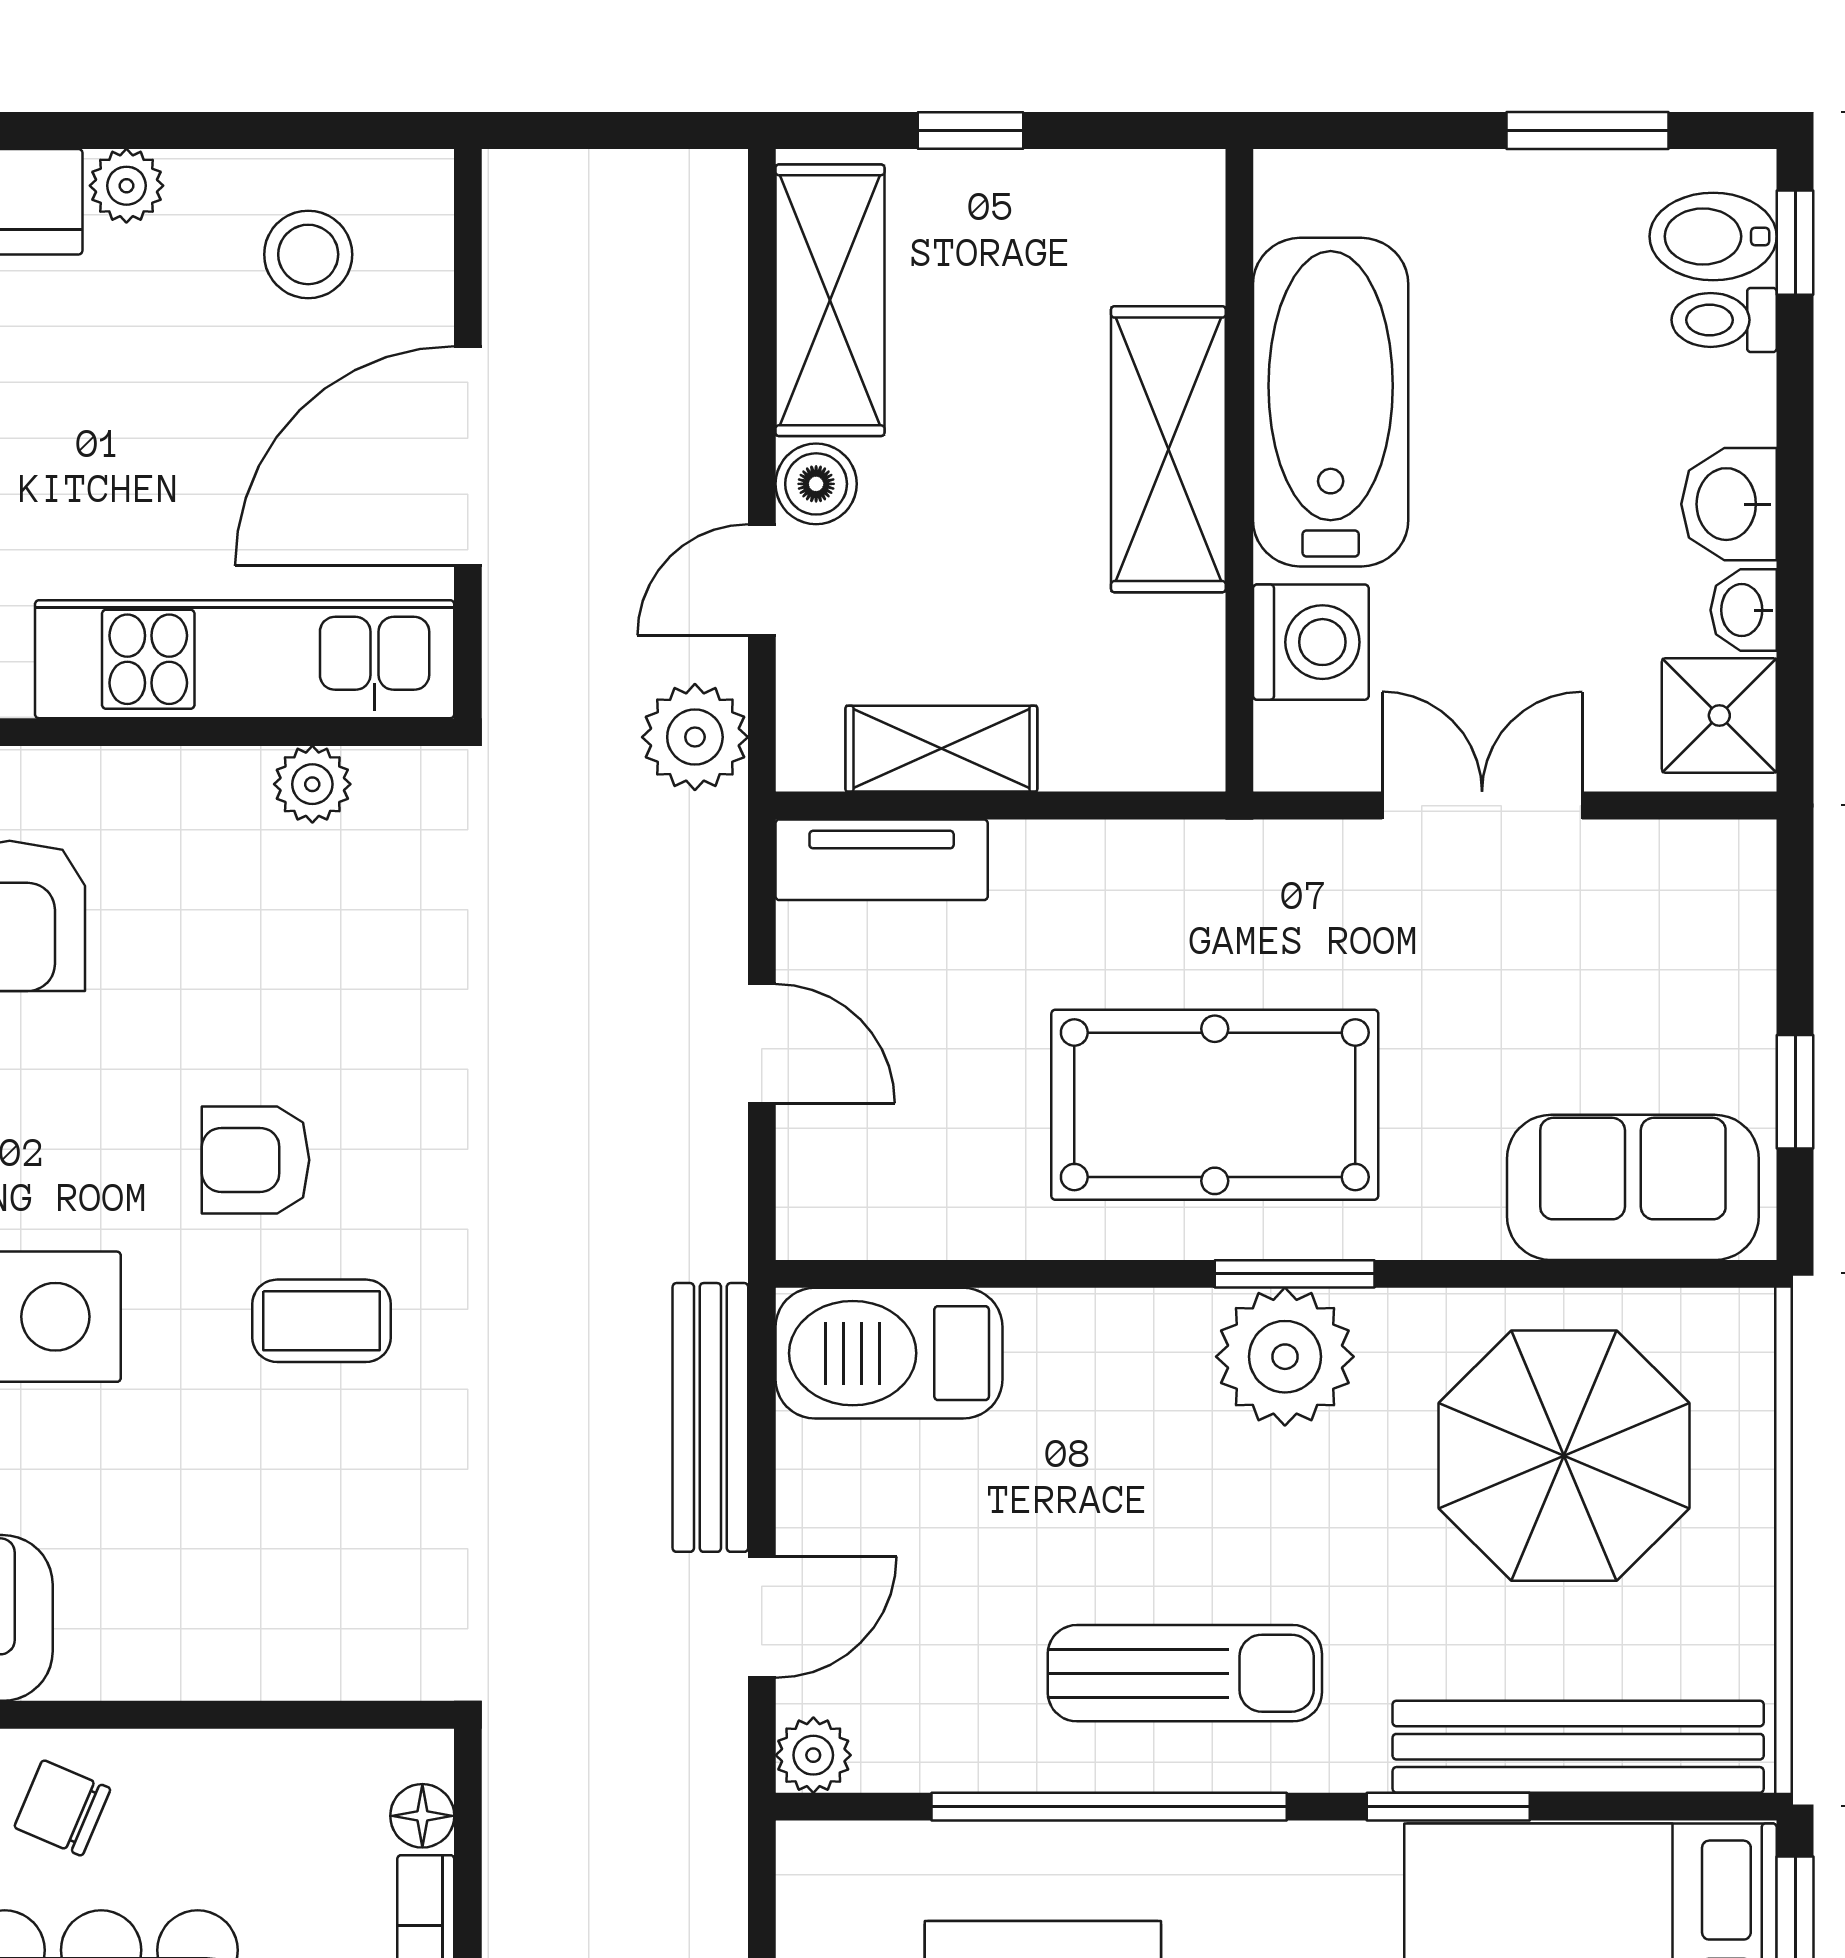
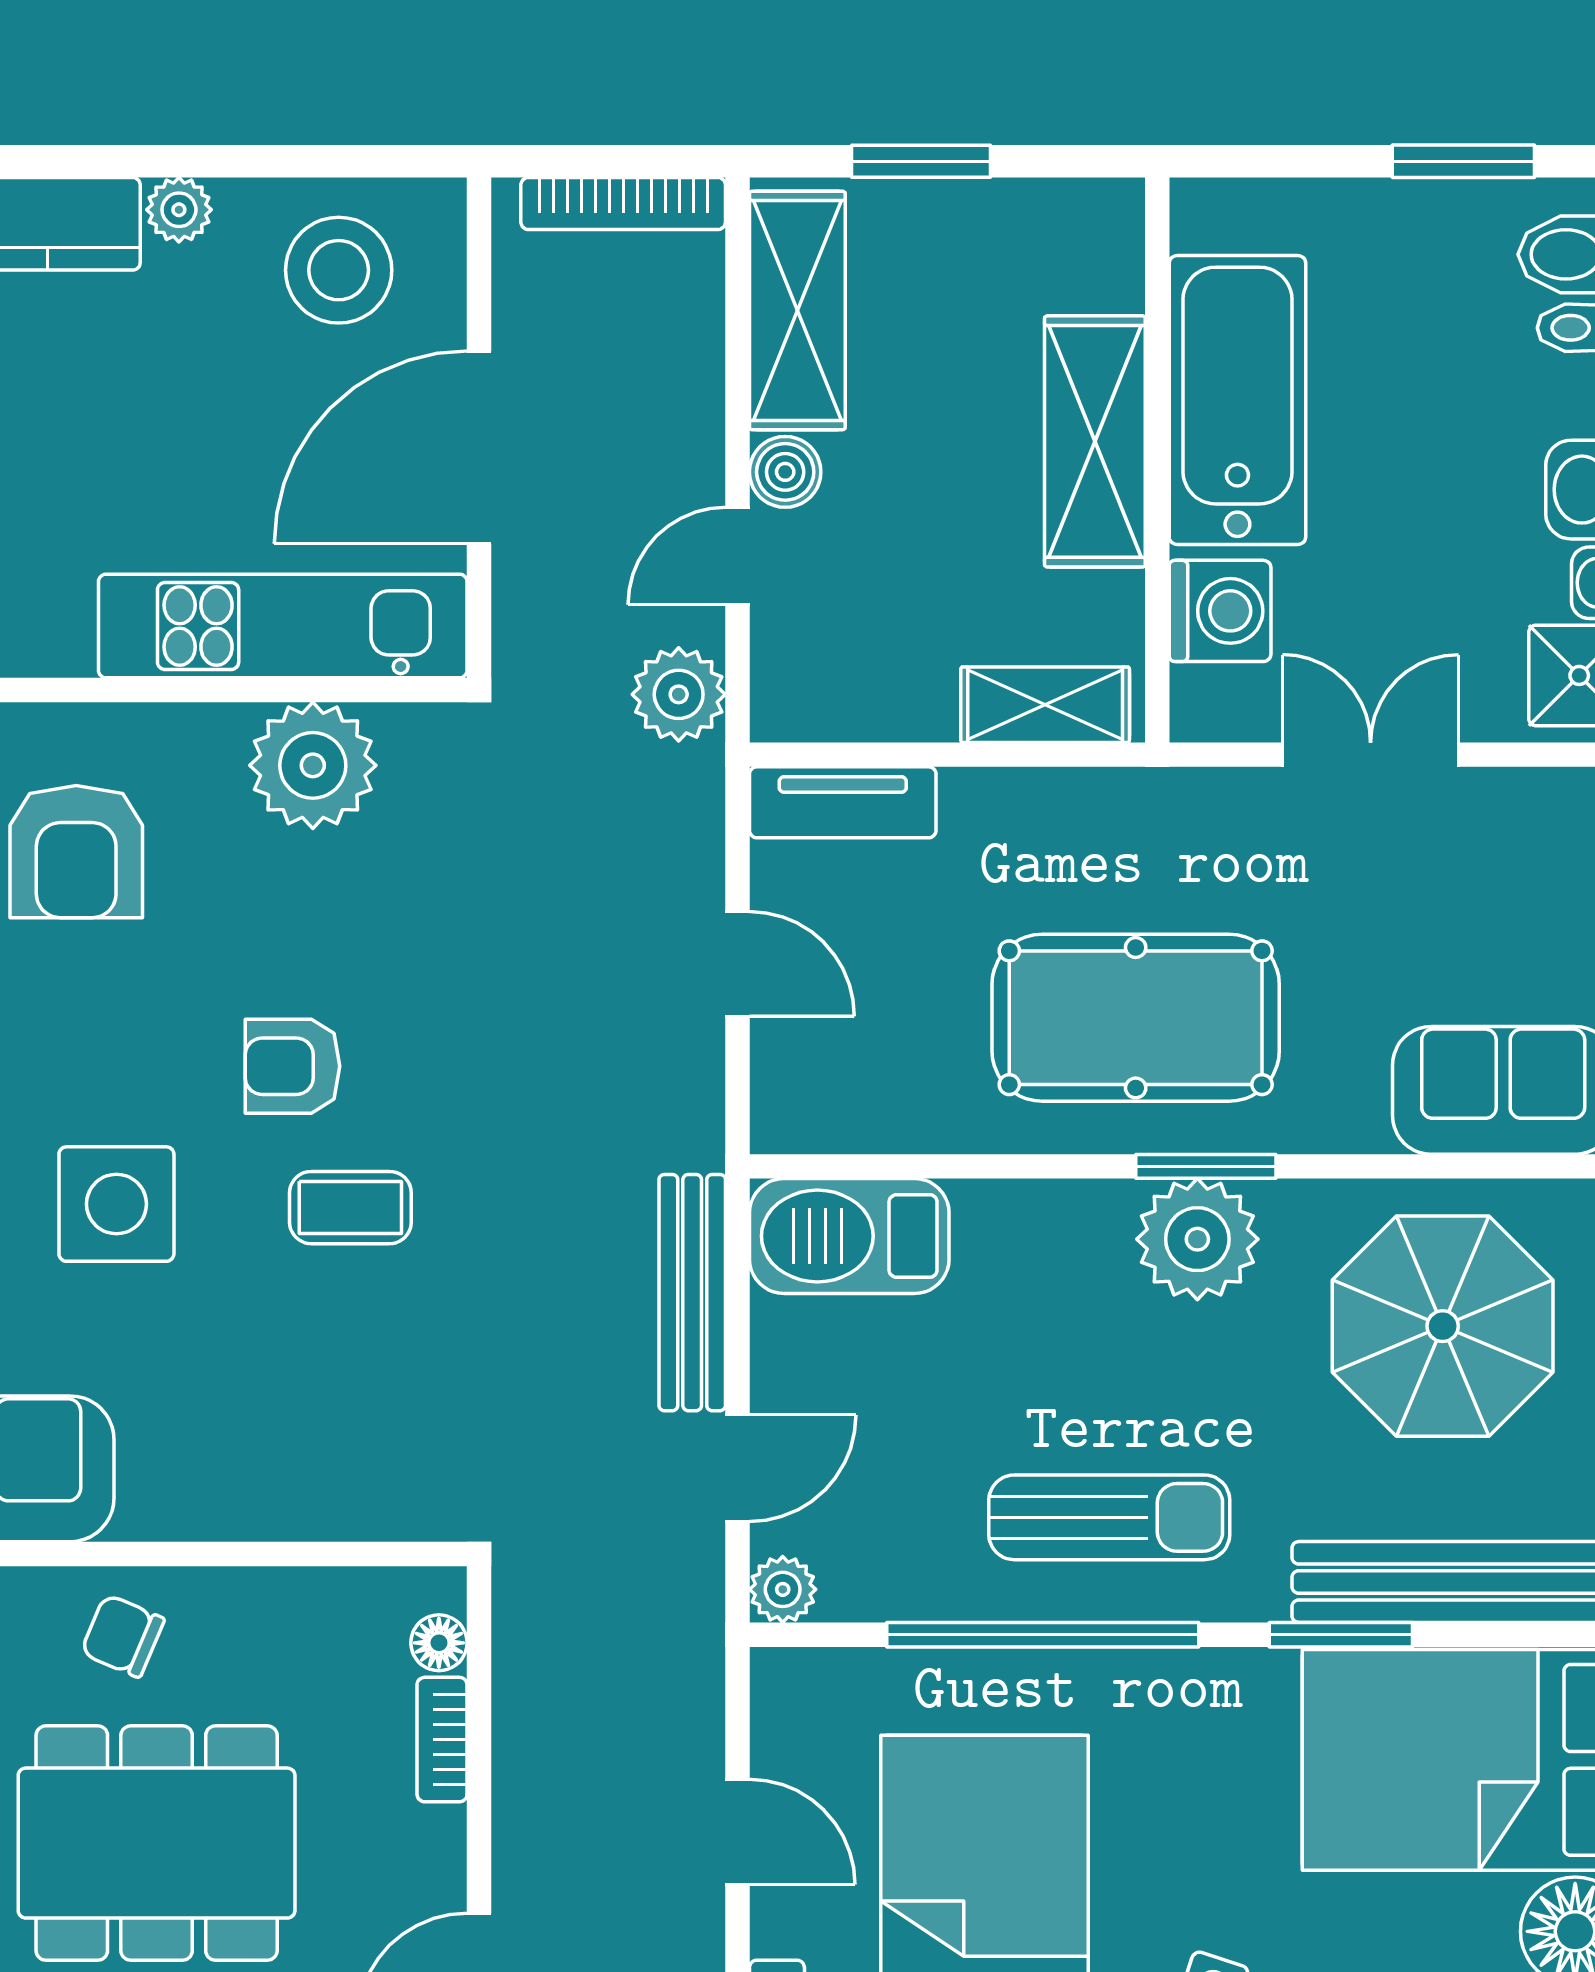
window: (971, 130) -> (921, 161), width x1.50
bookcase: (632, 179) -> (623, 204), added
stool: (308, 254) -> (339, 270), width x1.38, depth x1.38
shelving: (941, 749) -> (1045, 705), moved
plant: (312, 784) -> (313, 765), width x1.87, depth x1.87

